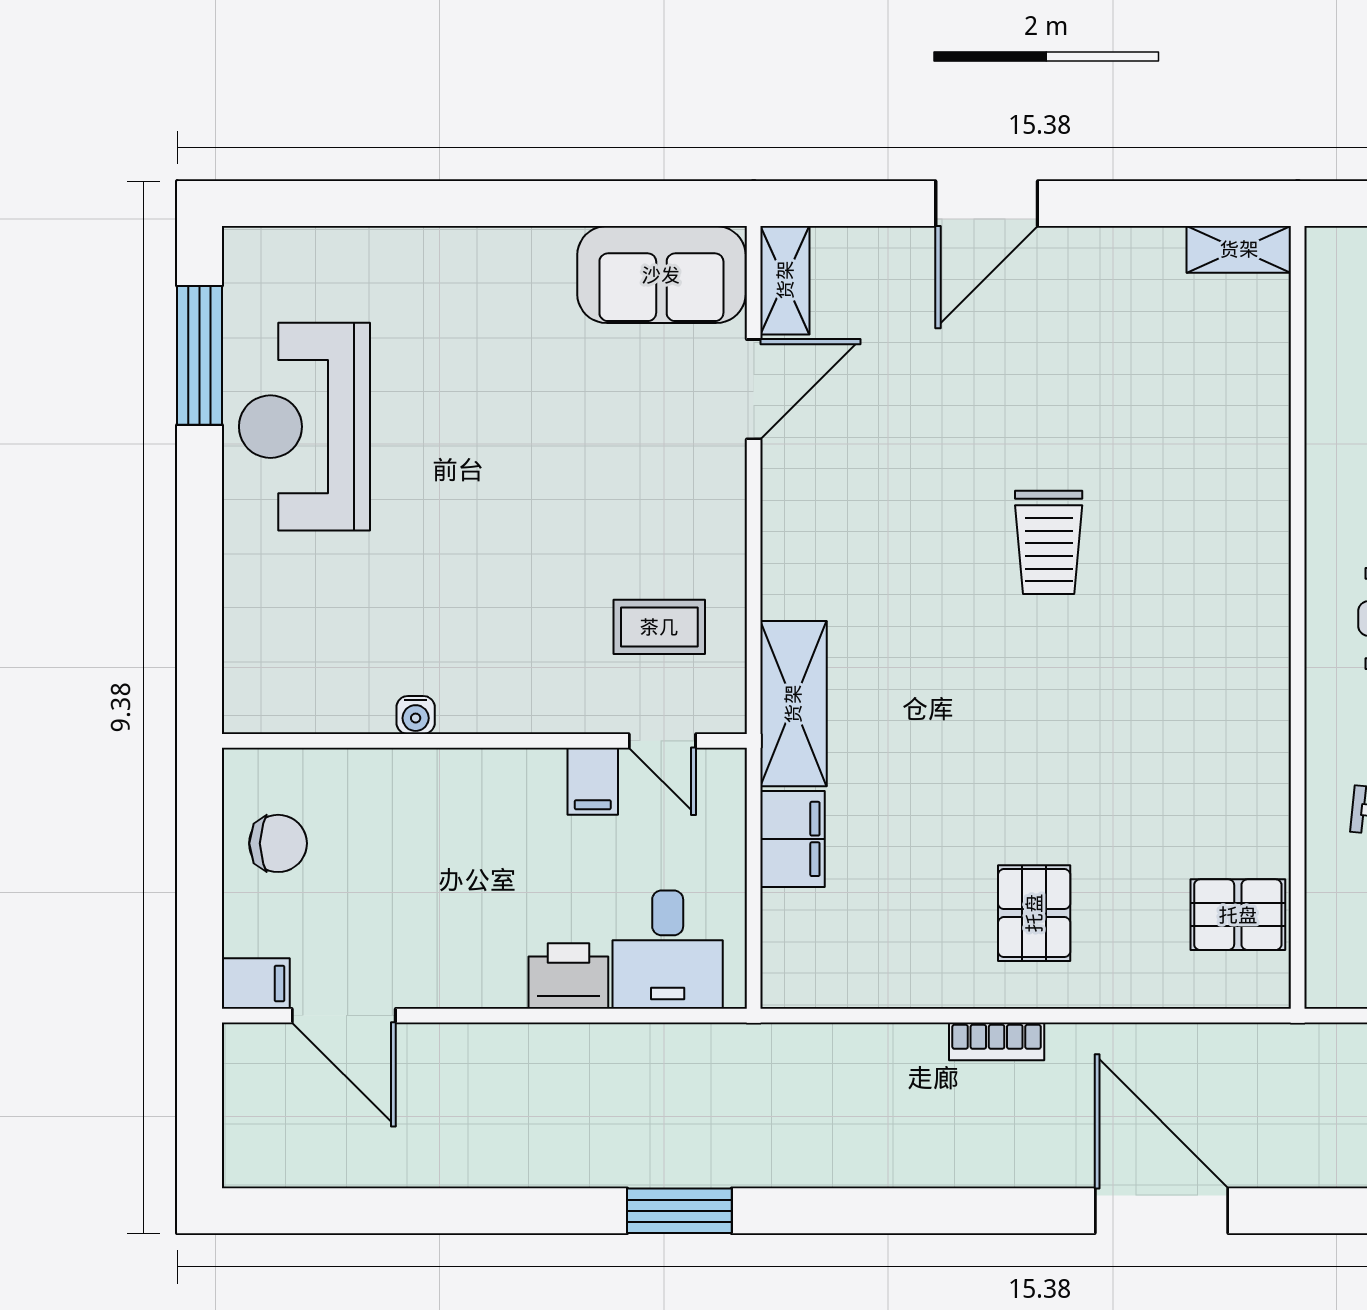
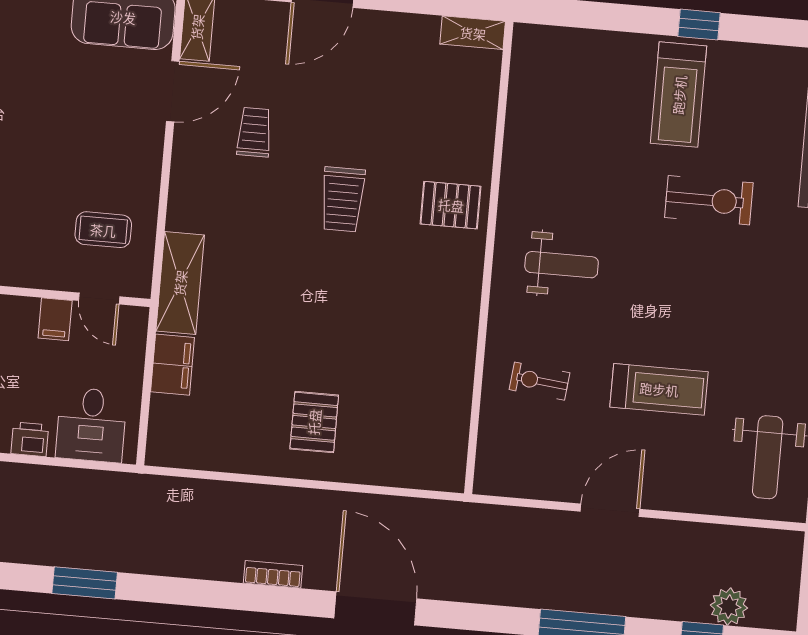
trolley: (894, 445) -> (254, 132), added
pallet: (1238, 915) -> (451, 205), moved
printer: (568, 976) -> (30, 439), width x0.73, depth x0.81
bookcase: (997, 1041) -> (273, 574), moved, turned 180

